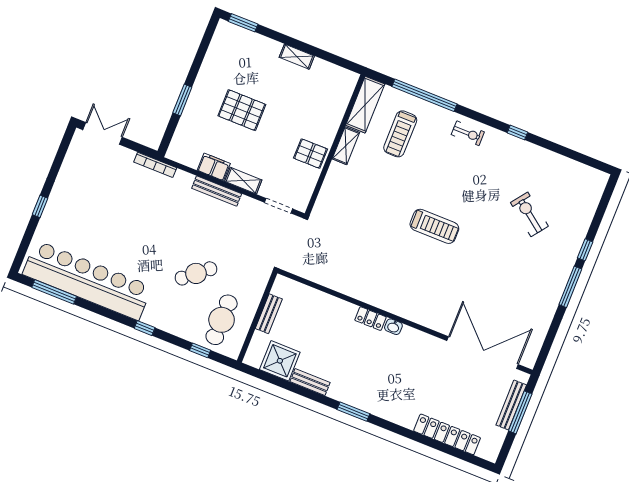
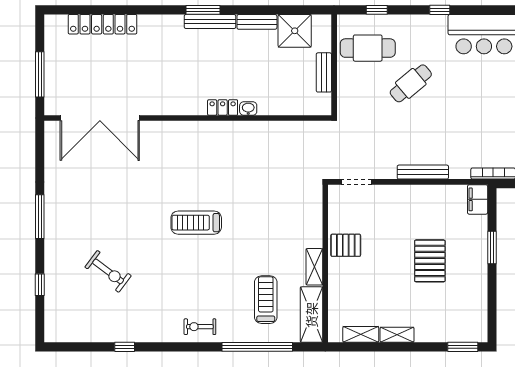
pallet: (242, 110) -> (430, 261), turned 90
window: (517, 132) -> (125, 347), moved
filing cabinet: (214, 167) -> (478, 199), moved, turned 90
shelving: (243, 181) -> (361, 334), moved
window: (585, 250) -> (40, 285), moved
cafe table: (222, 320) -> (368, 48), turned 90
washbasin: (393, 327) -> (248, 109), moved
bench: (511, 405) -> (210, 21), moved, turned 90

